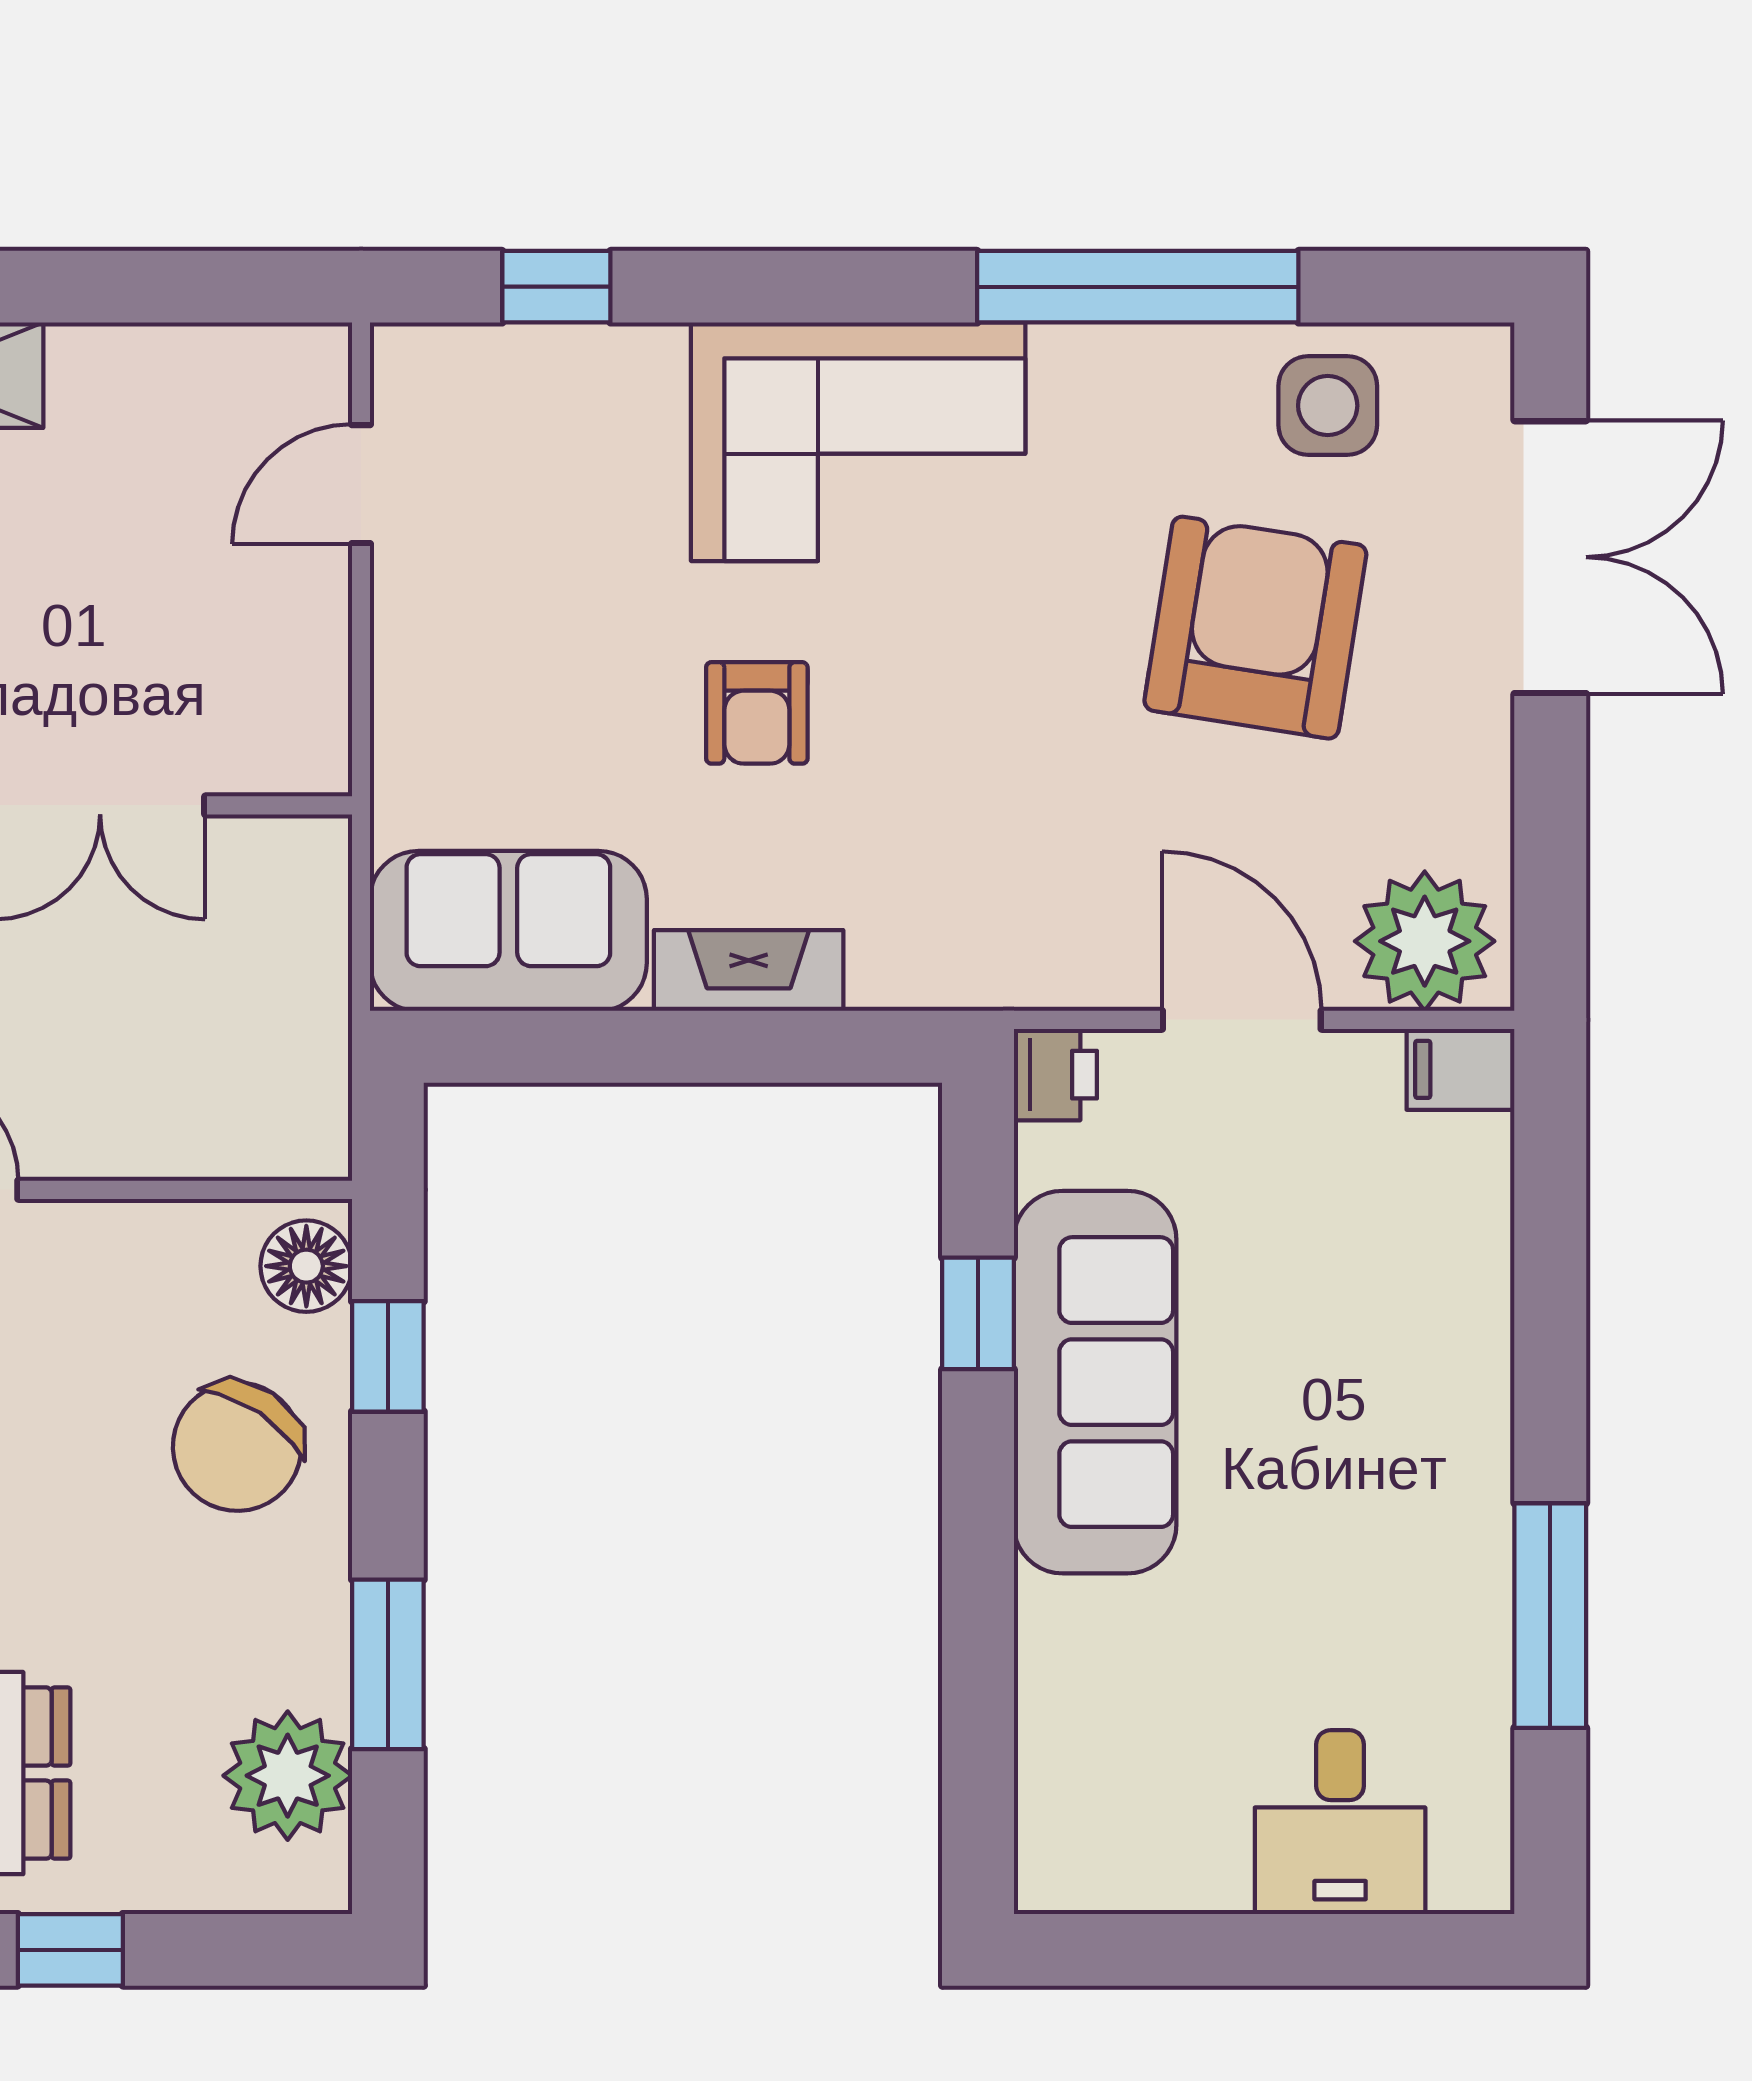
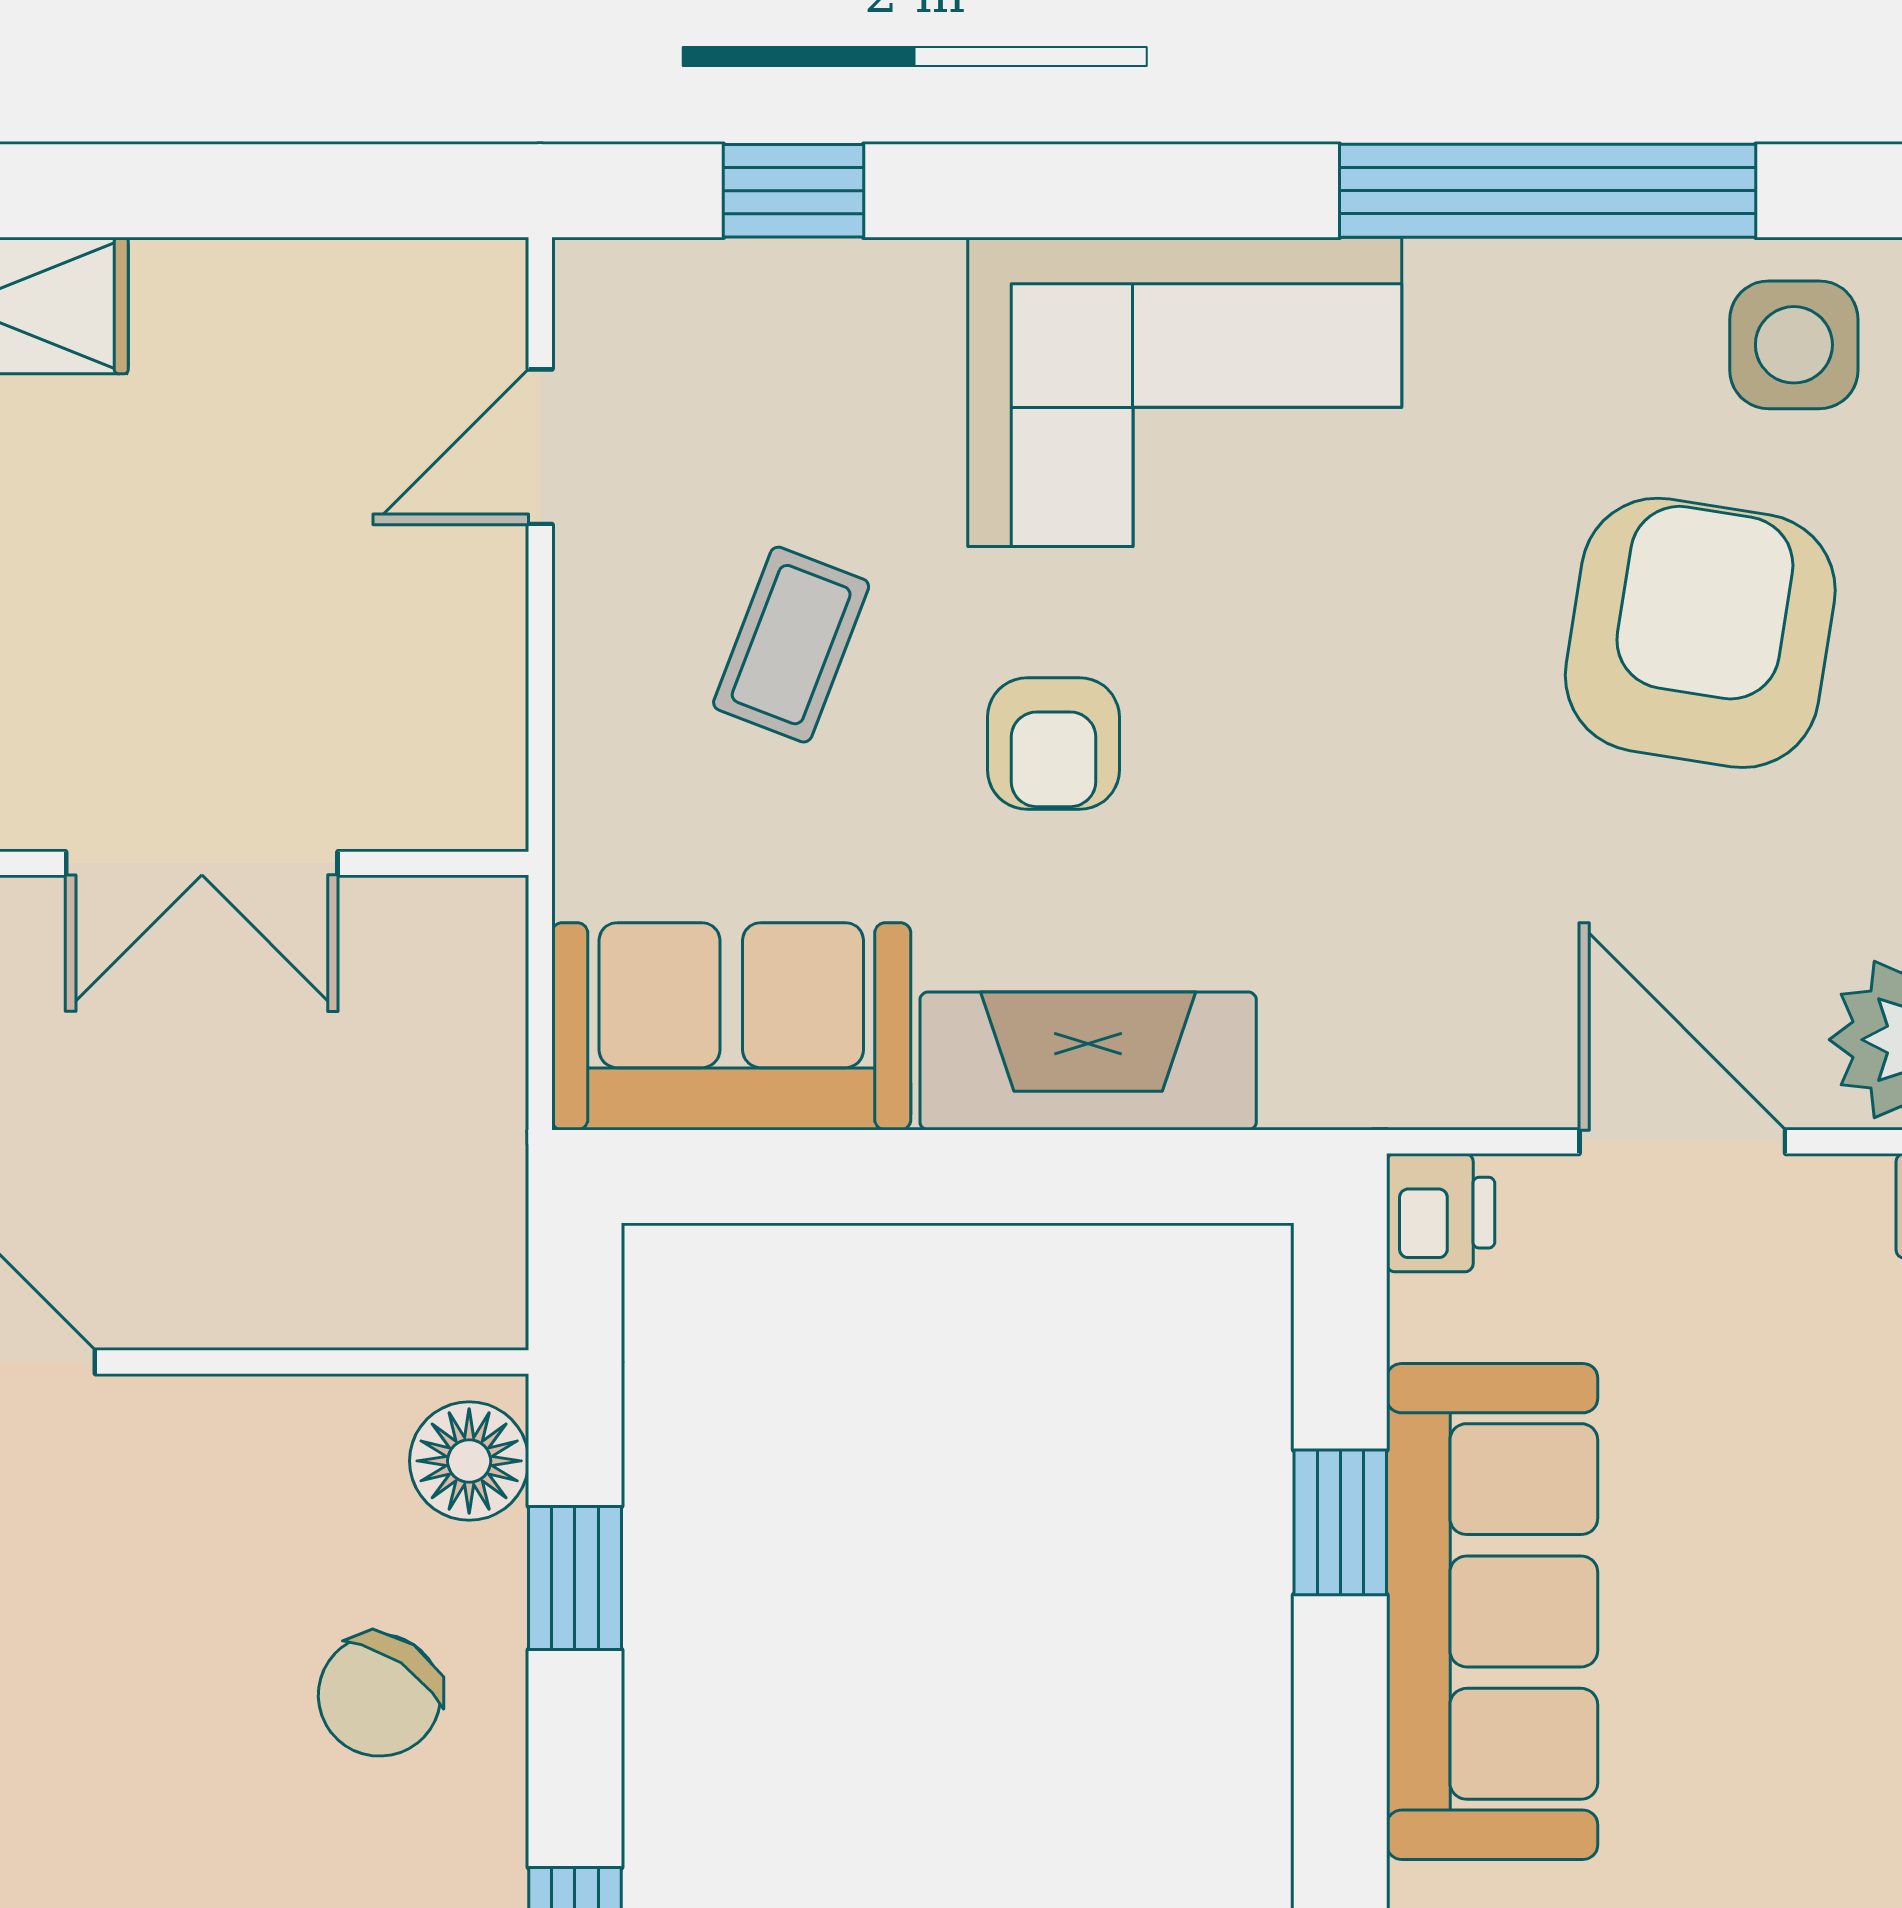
coffee table: (555, 637) -> (791, 645), added
fireplace: (749, 971) -> (1088, 1061), width x1.37, depth x1.32
chair: (237, 1447) -> (379, 1695), width x0.73, depth x0.73

